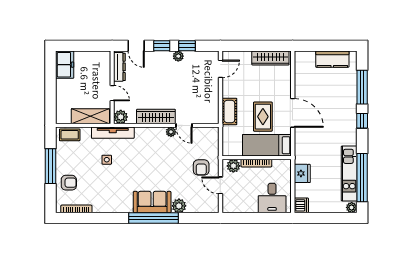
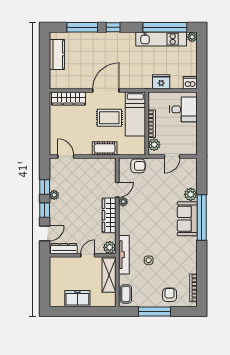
wardrobe: (270, 58) -> (68, 98), moved, turned 90
freezer: (65, 65) -> (77, 299), moved
armchair: (201, 167) -> (138, 166), moved

